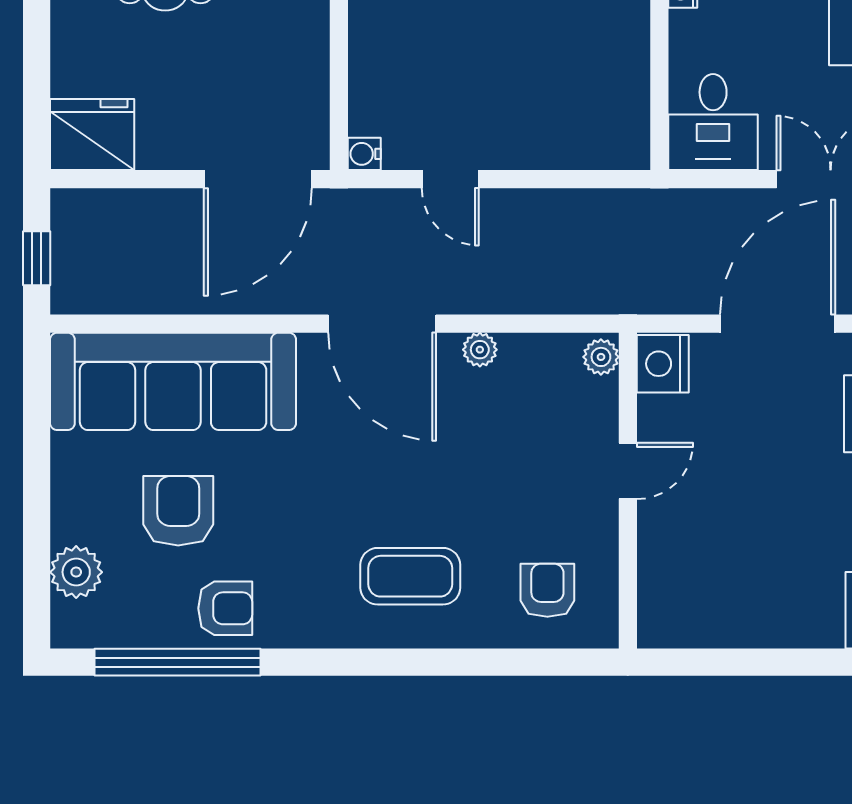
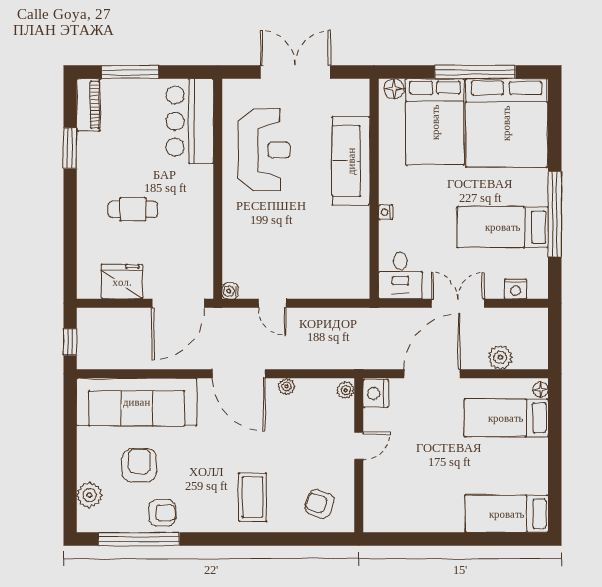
fridge: (92, 135) -> (122, 282), moved
coffee table: (410, 576) -> (253, 497), turned 90
armchair: (547, 590) -> (319, 504), turned -73

